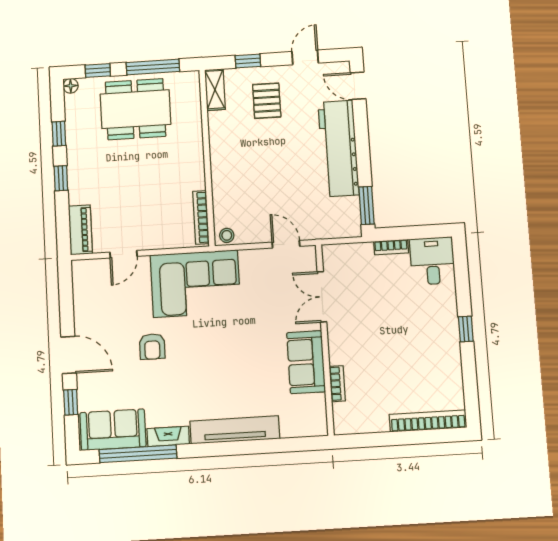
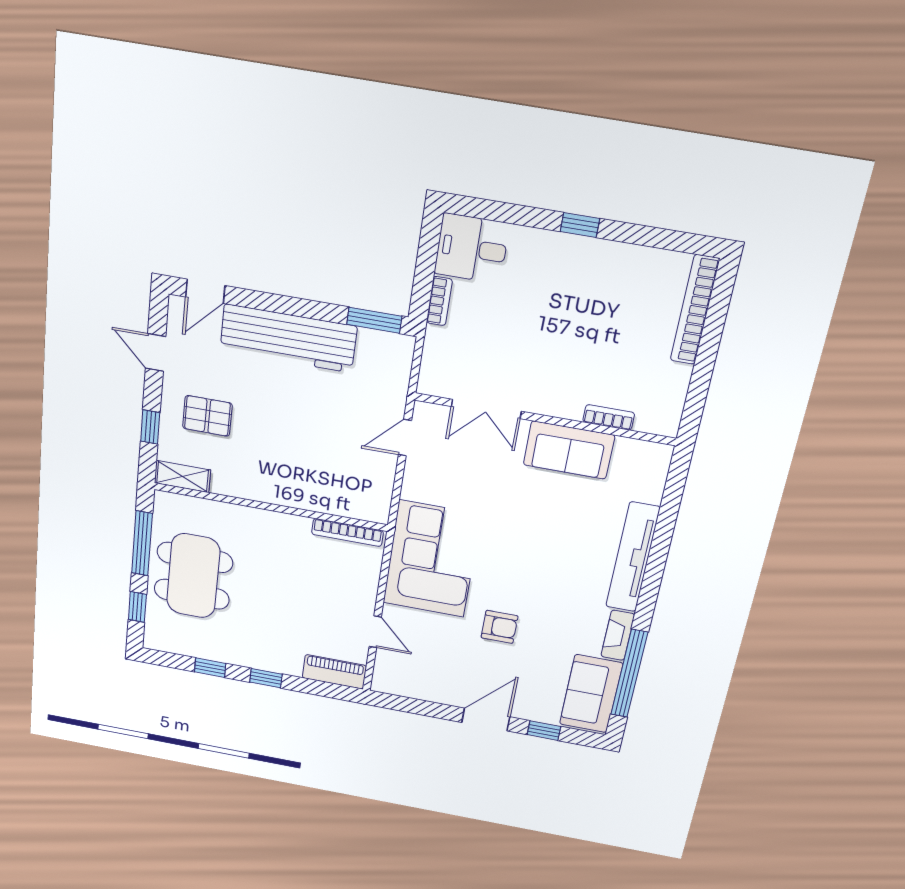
floor lamp: (71, 86) -> (152, 641), removed
stool: (227, 235) -> (377, 507), removed

